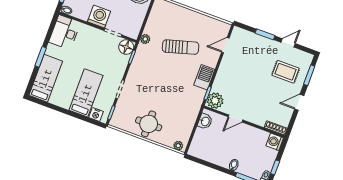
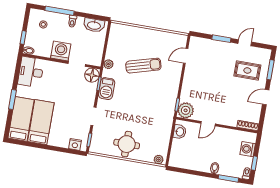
barbecue: (204, 77) -> (107, 89), moved, turned 180
bed: (86, 93) -> (41, 122), moved
washing machine: (275, 142) -> (248, 149), moved

